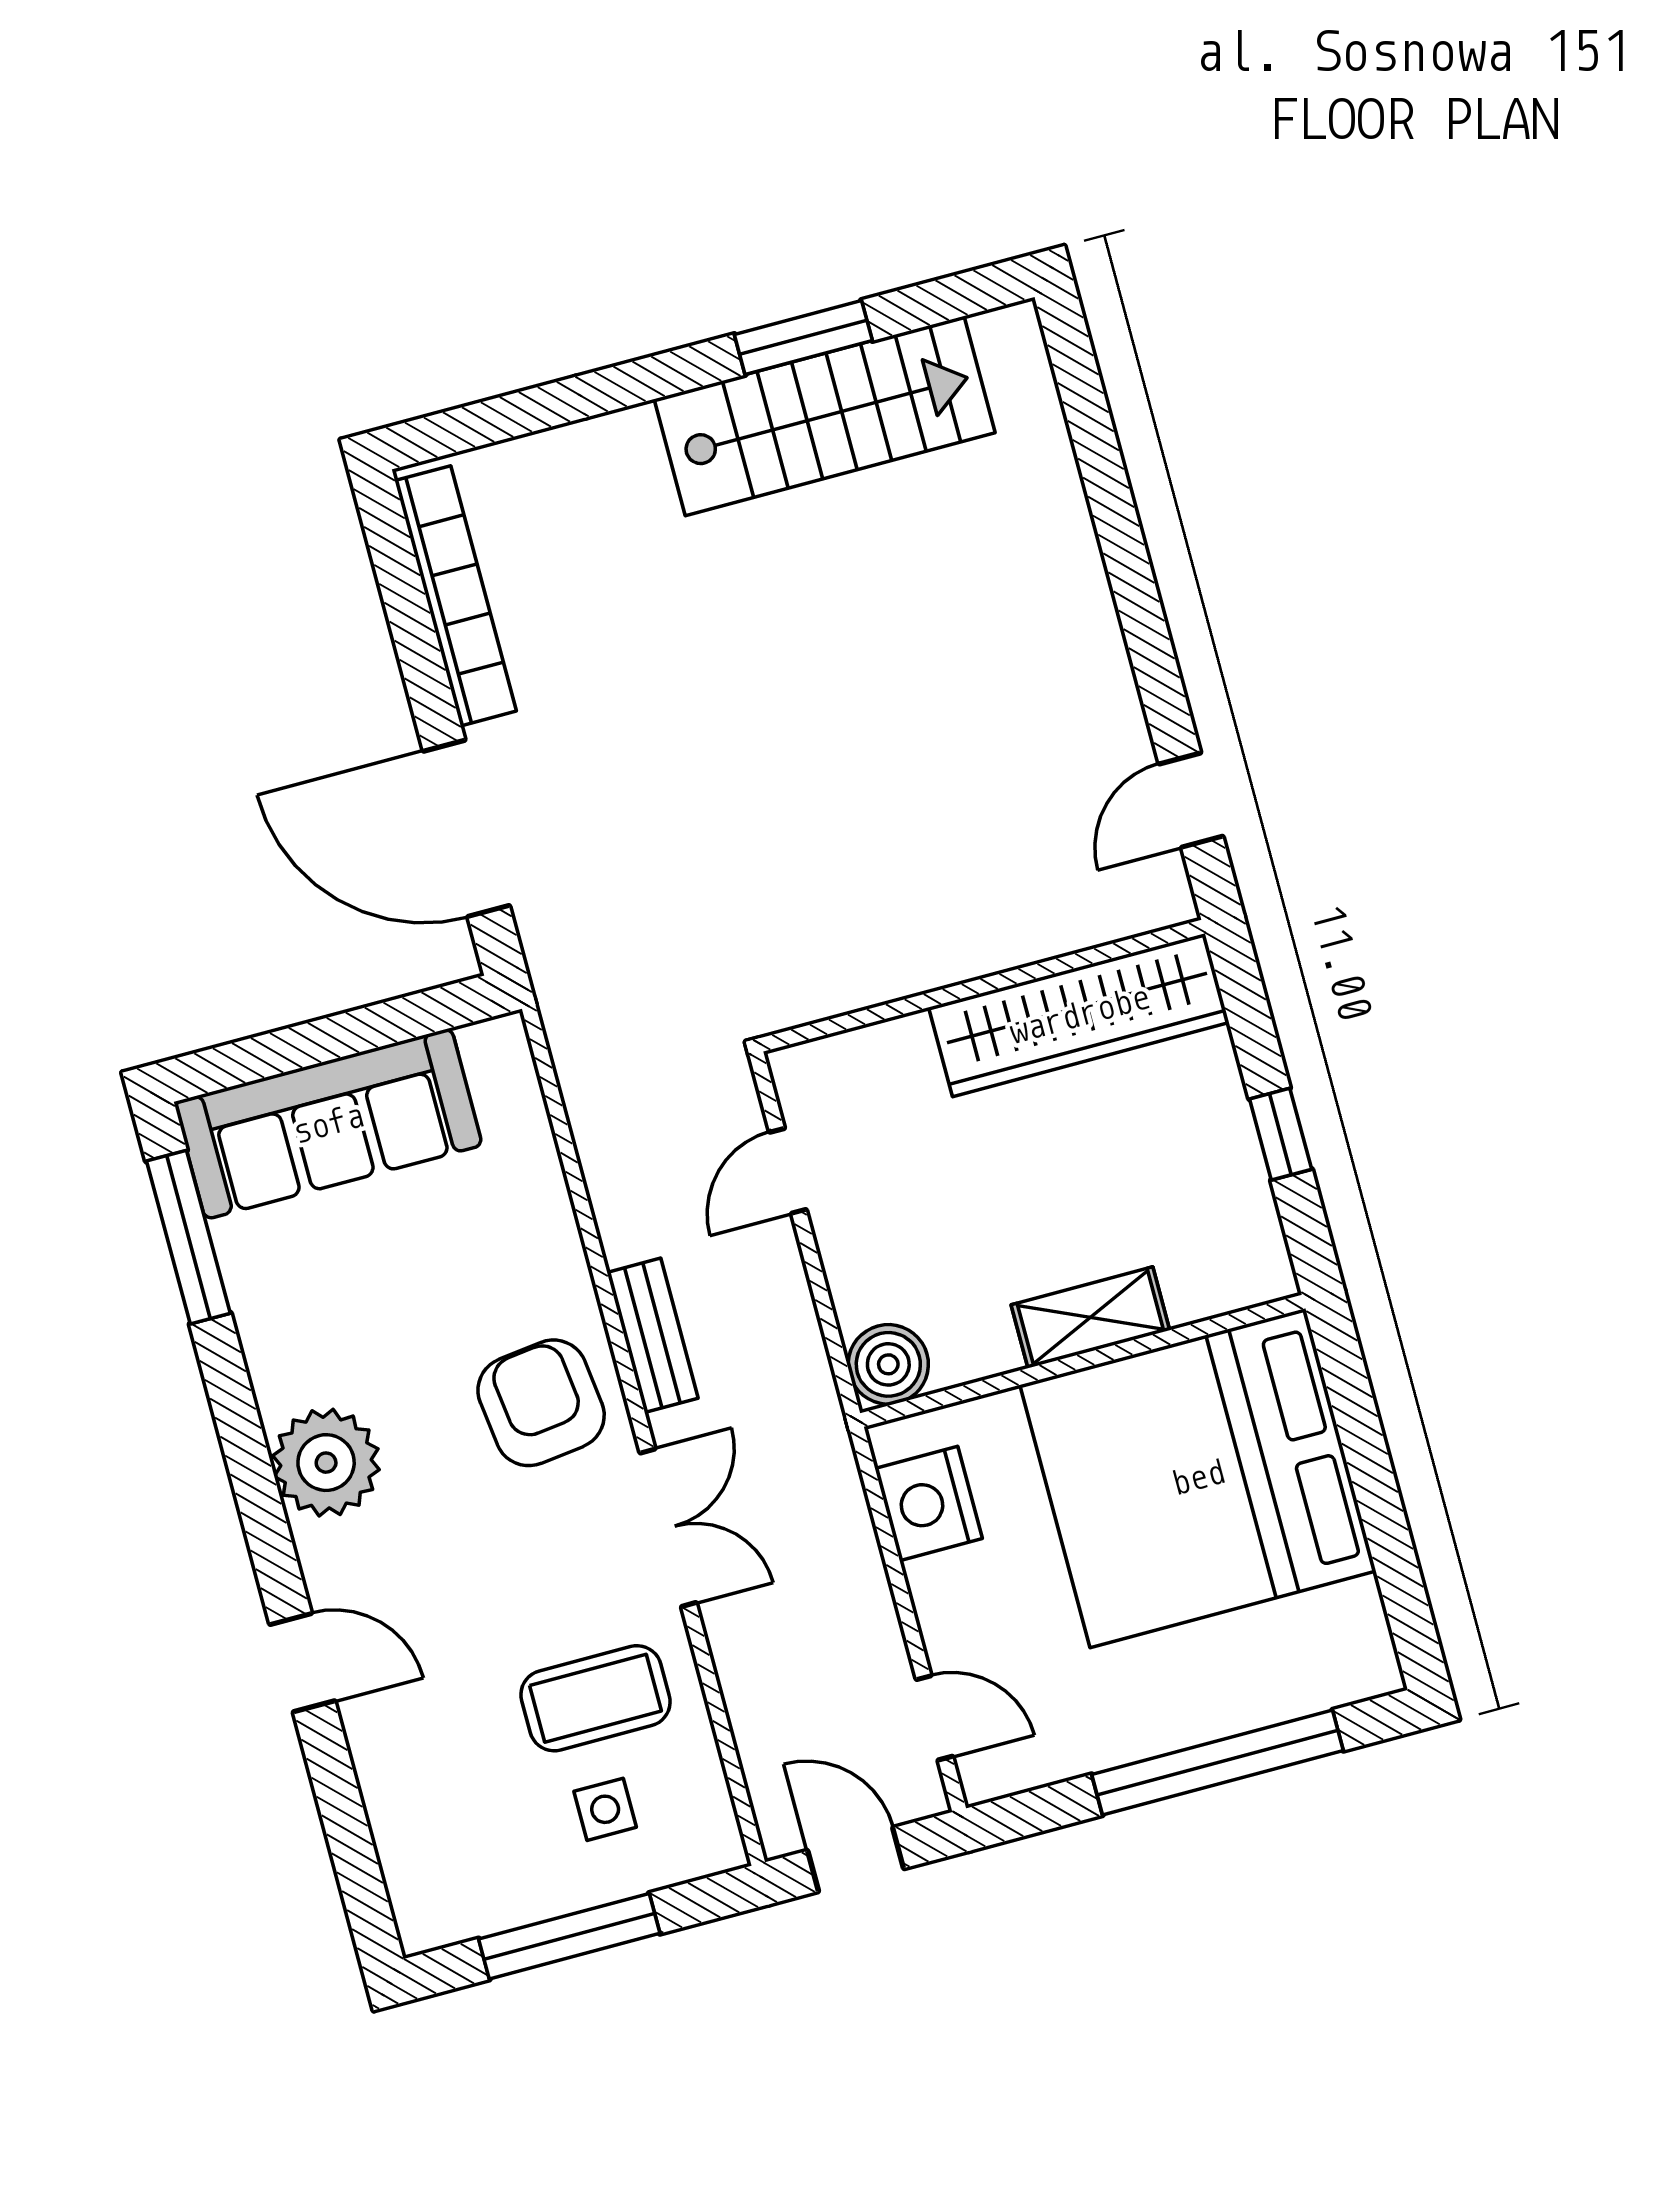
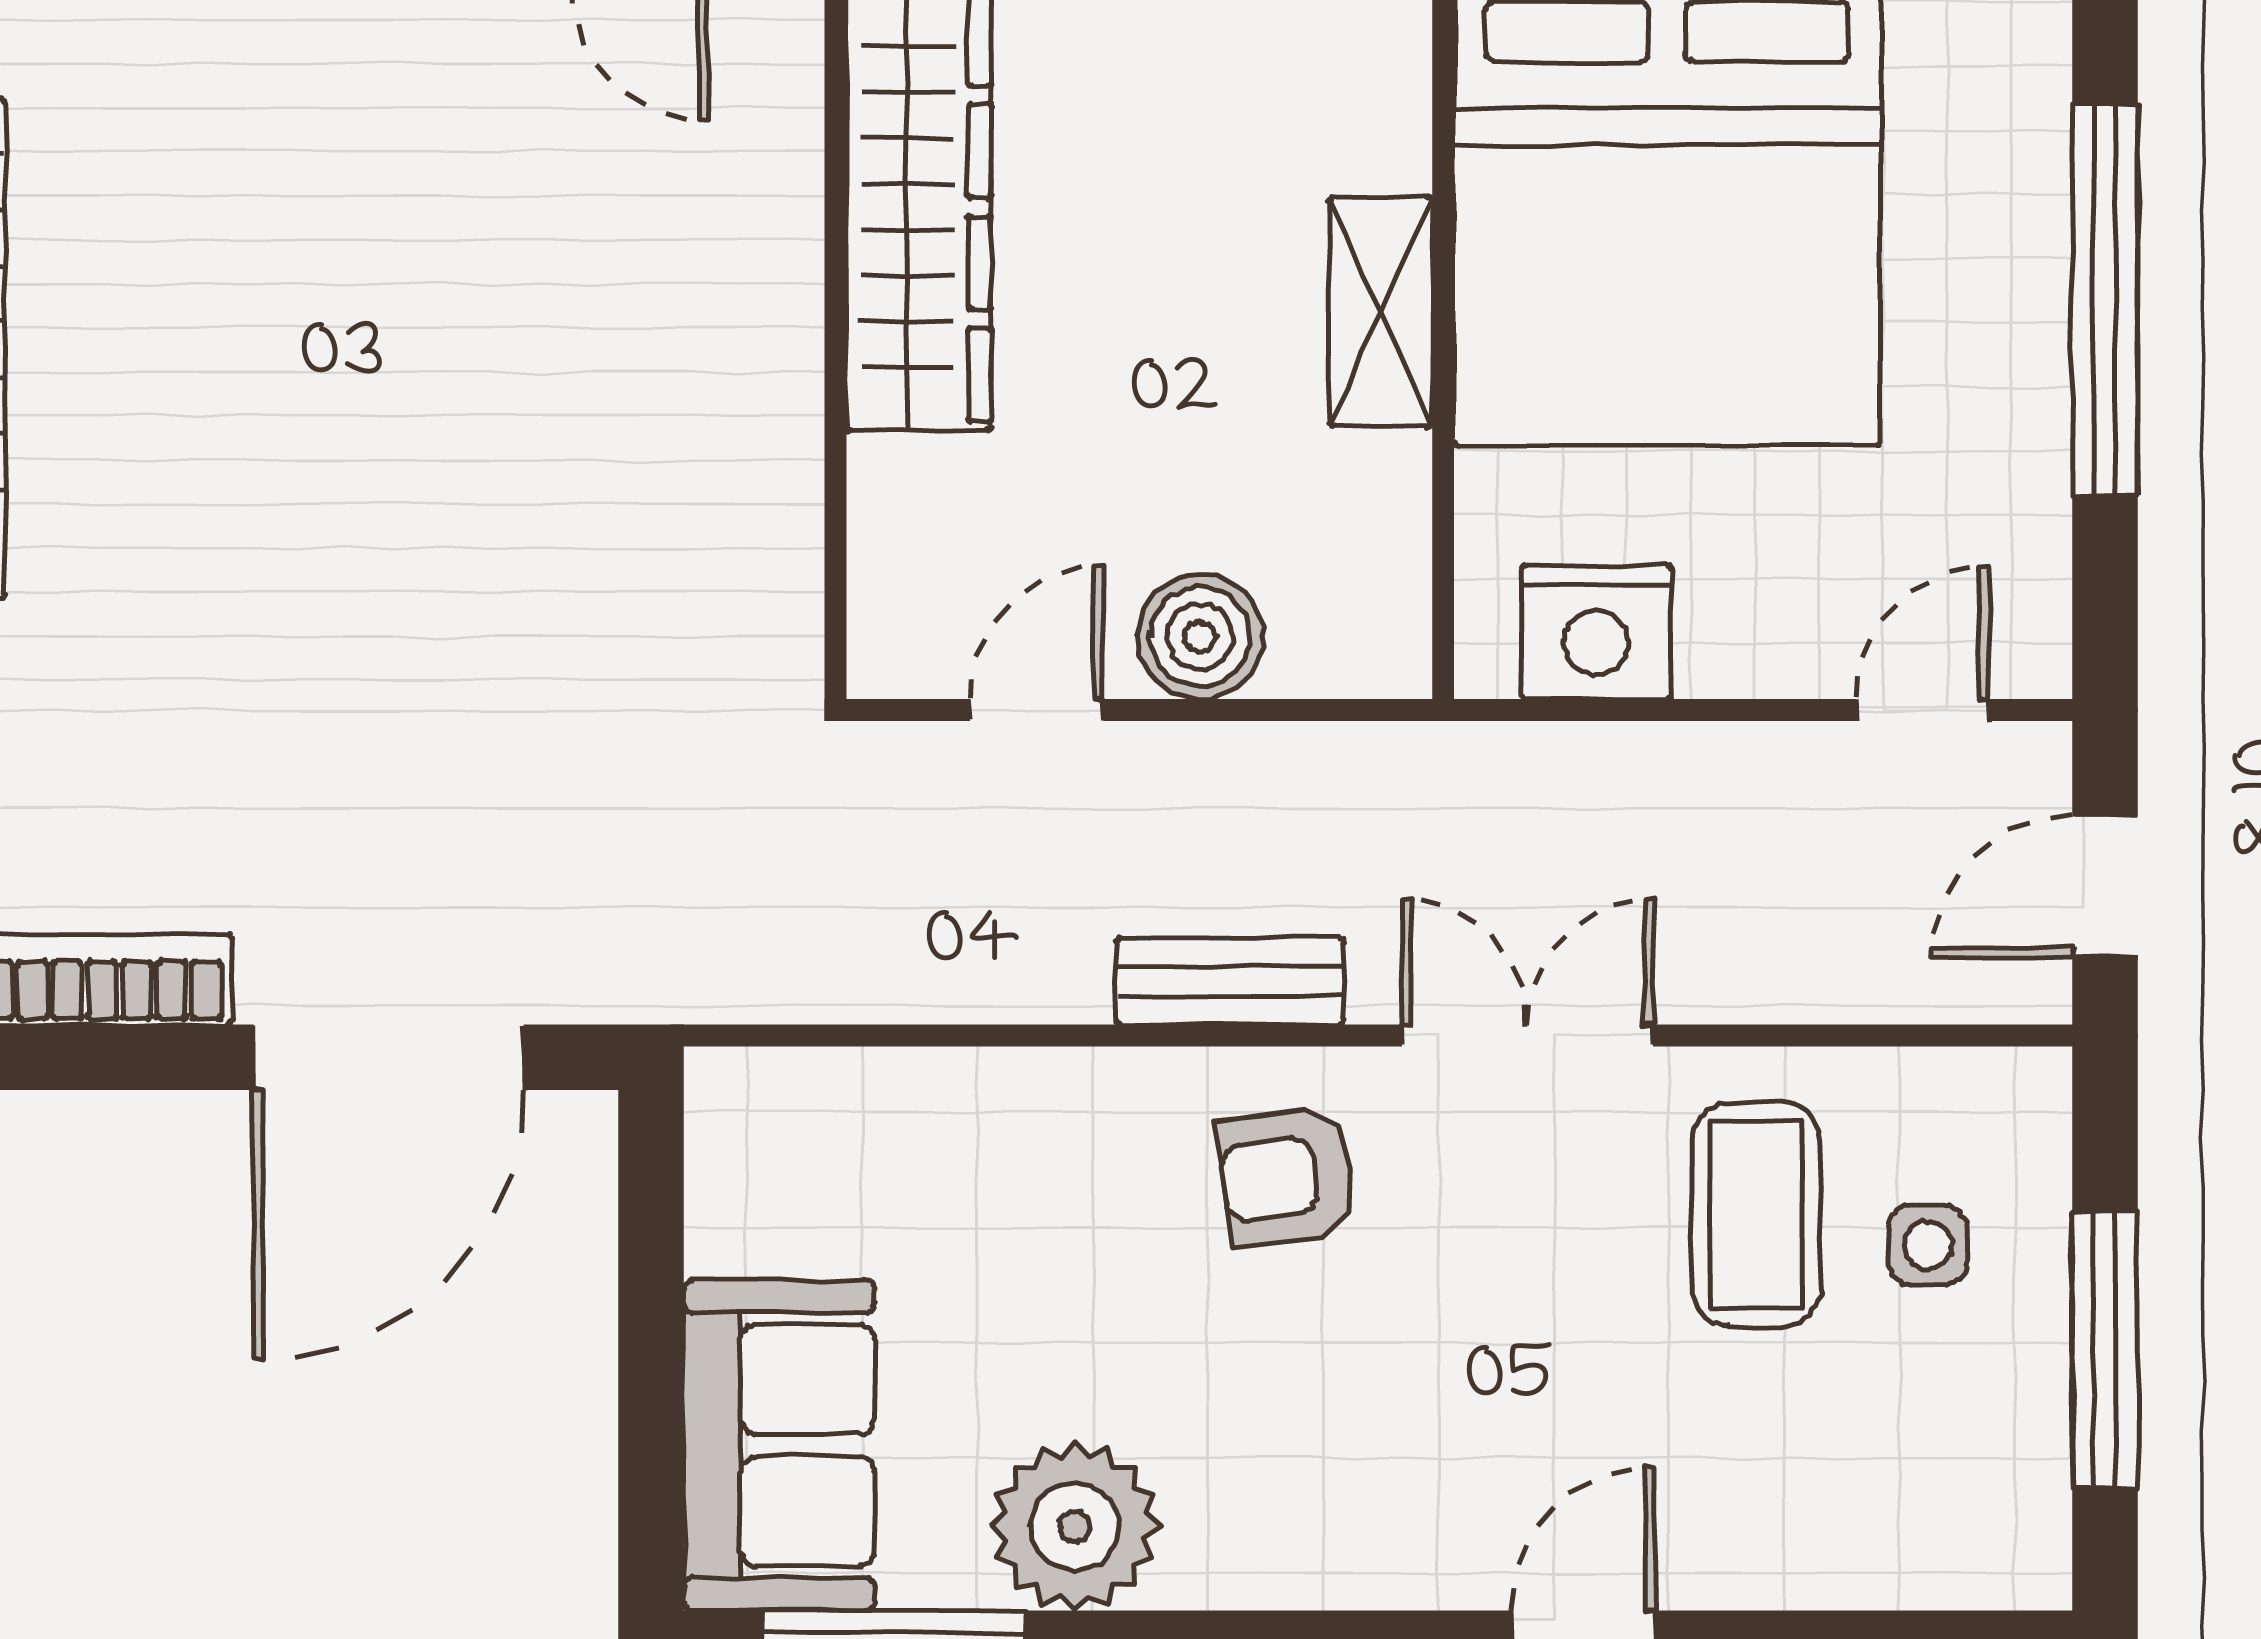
sofa: (328, 1124) -> (779, 1445), width x0.73
door: (788, 1171) -> (1037, 710), swing flipped
boiler: (888, 1364) -> (1200, 637), moved
armchair: (541, 1403) -> (1287, 1177), width x0.72, depth x0.72
plant: (326, 1463) -> (1075, 1526), moved

